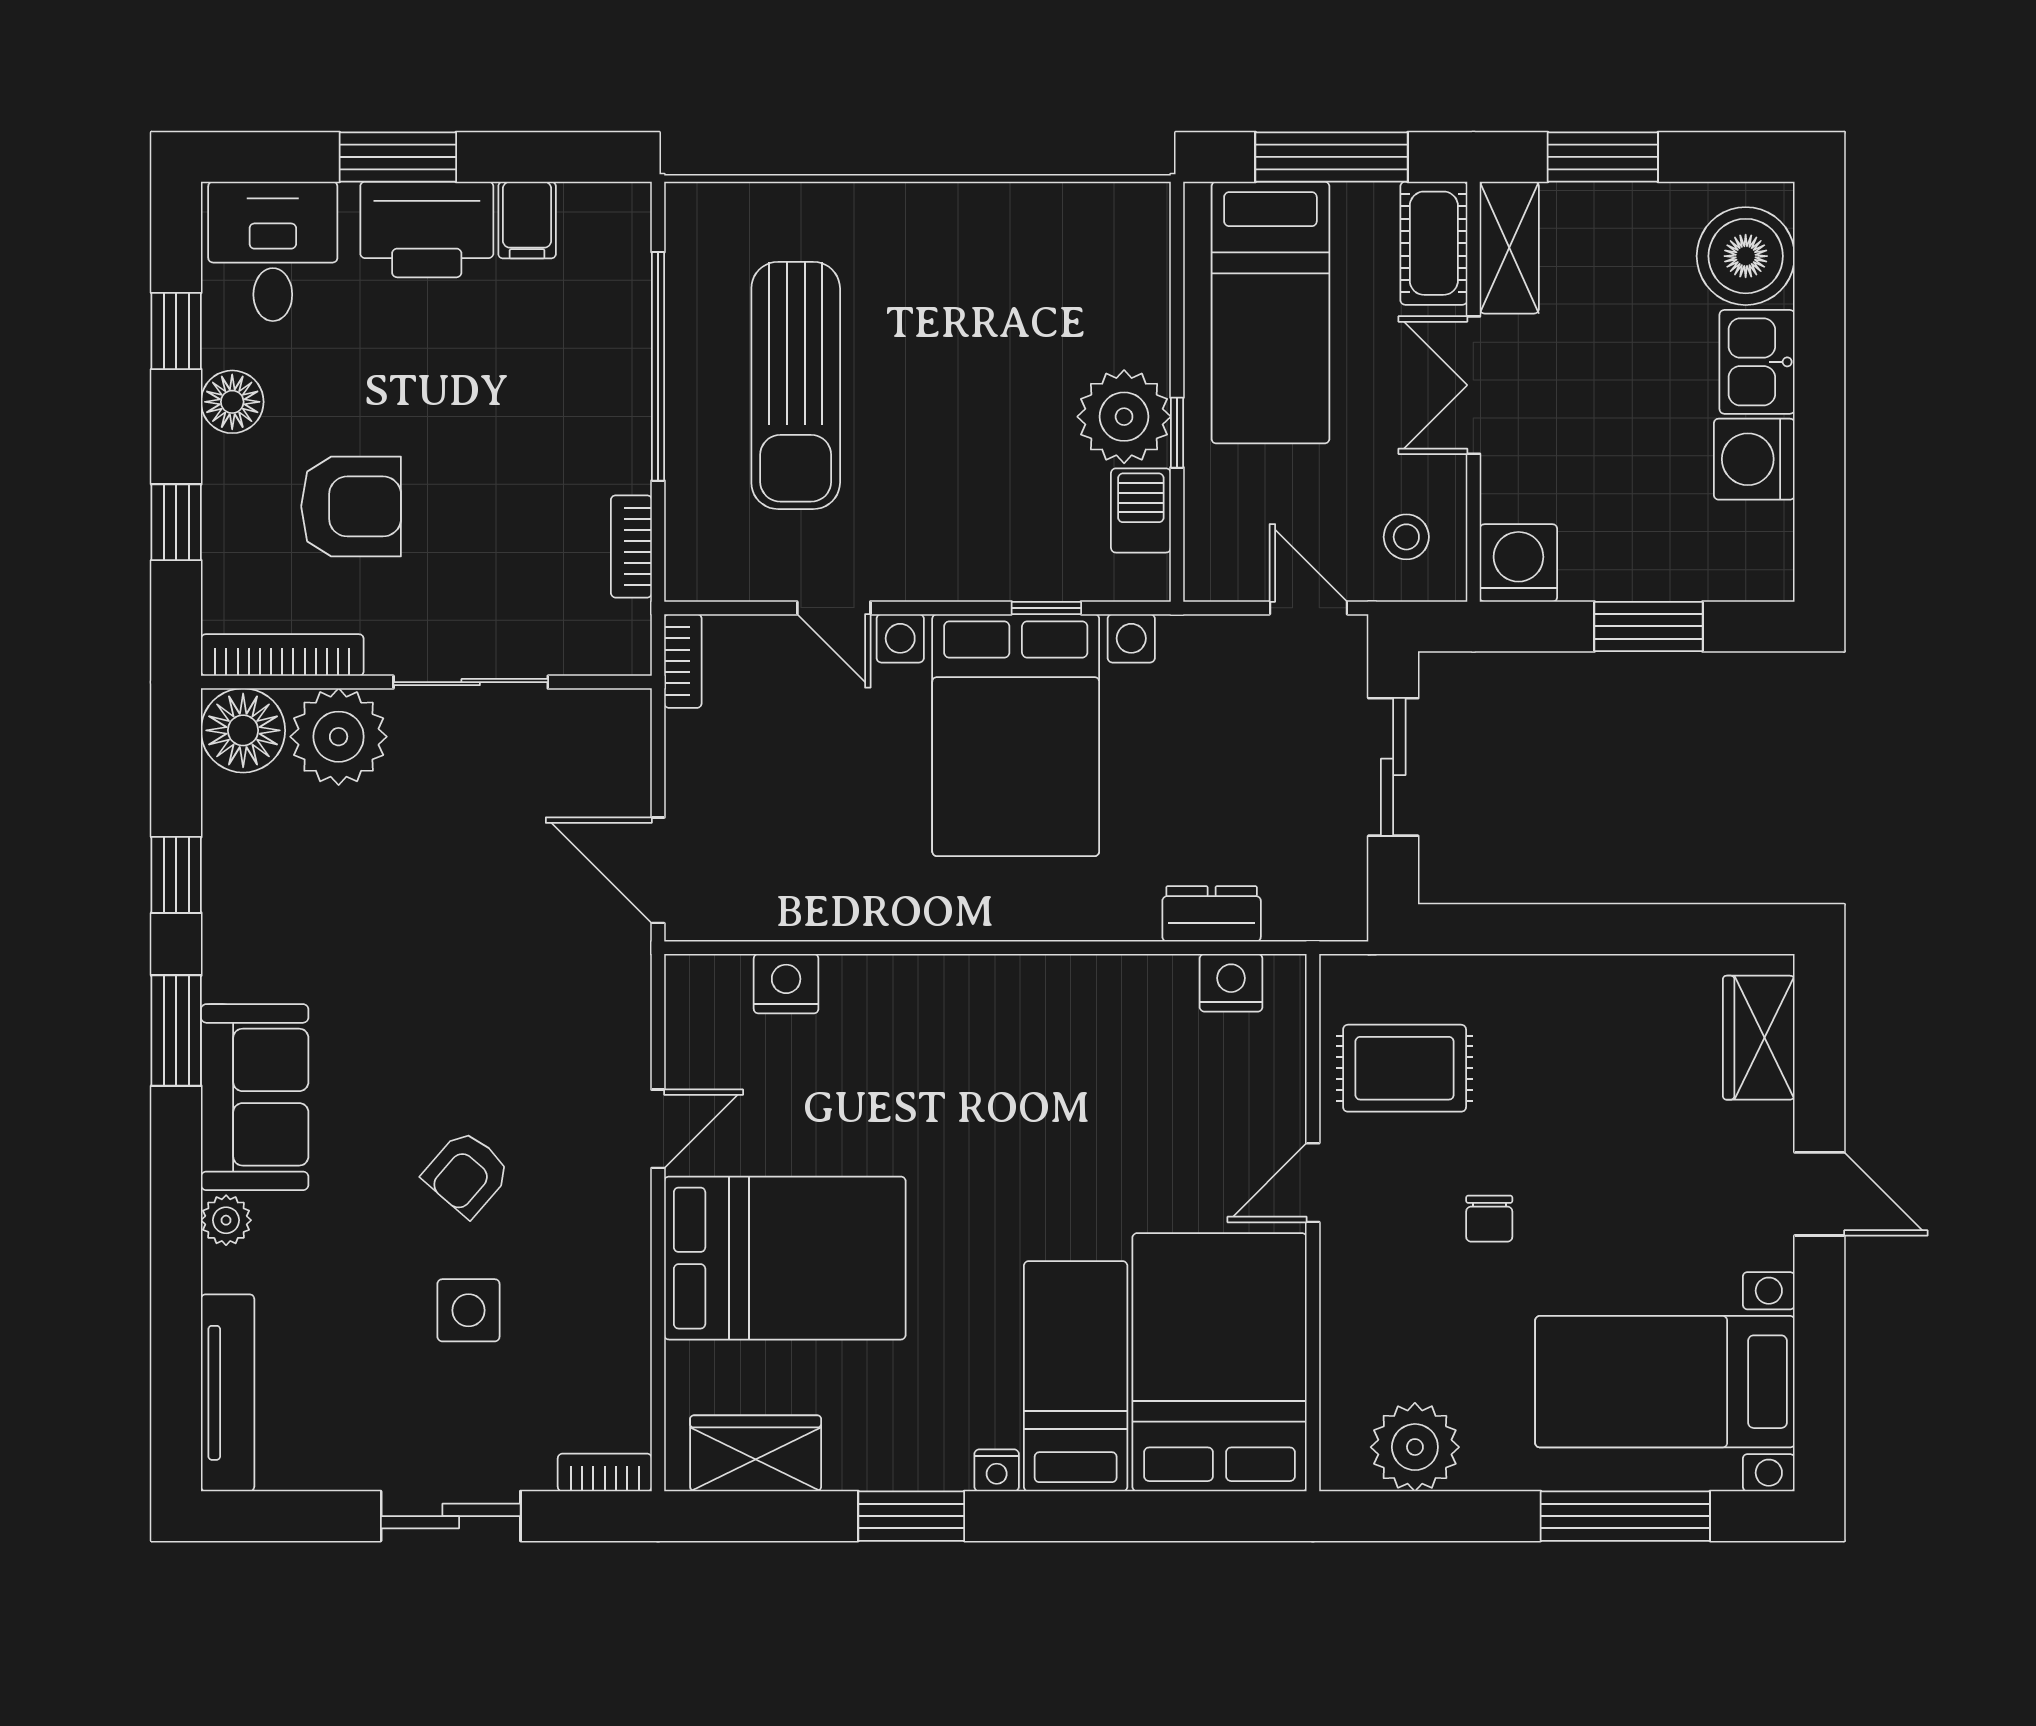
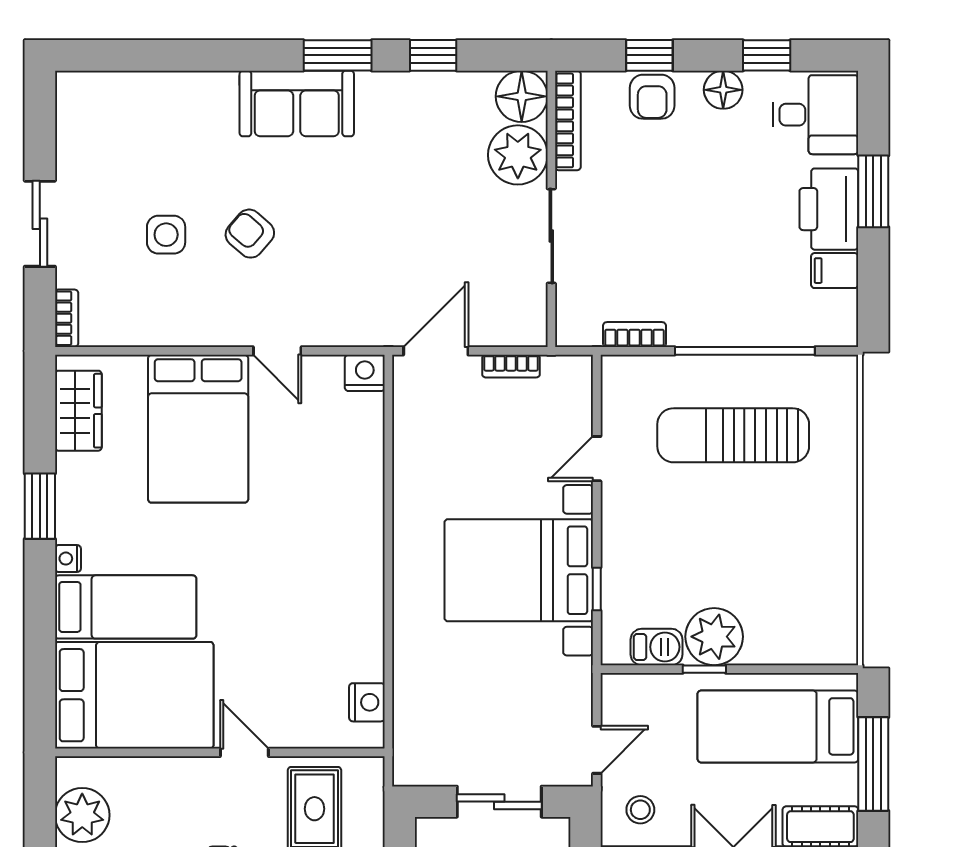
armchair: (351, 506) -> (652, 97), moved, width x0.72, depth x0.72
bookcase: (683, 661) -> (511, 366), moved
dresser: (1212, 914) -> (409, 690), removed
nightstand: (786, 984) -> (365, 373), moved, turned -90
plant: (226, 1220) -> (221, 86), removed
tv unit: (228, 1393) -> (115, 87), removed

